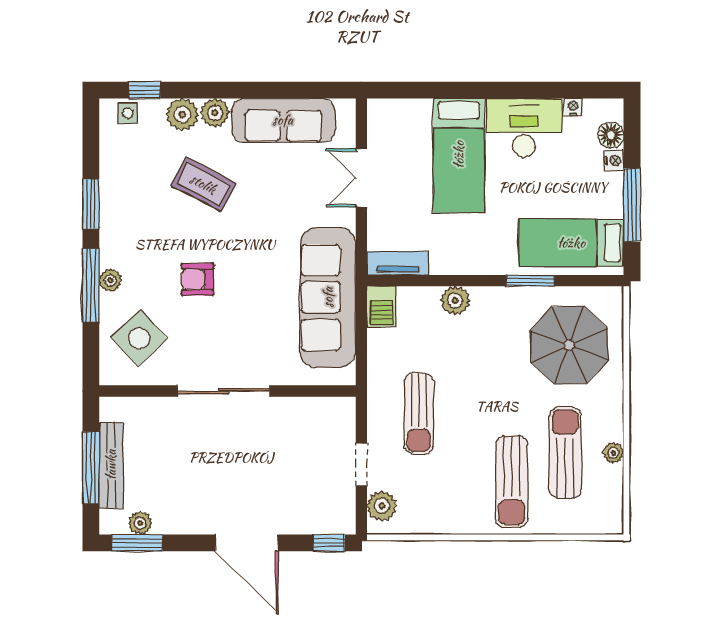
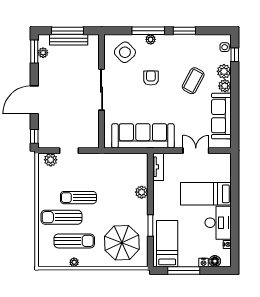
barbecue: (381, 306) -> (139, 160), removed
sun lounger: (419, 413) -> (78, 198), moved

